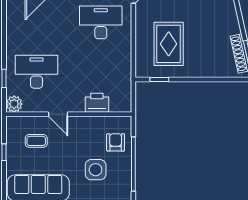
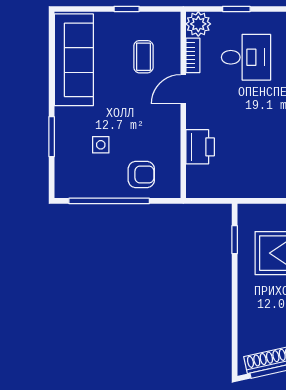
desk: (37, 72) -> (246, 57), width x0.73
bookcase: (35, 108) -> (193, 55), added
side table: (96, 170) -> (101, 145), width x0.54, depth x0.54

